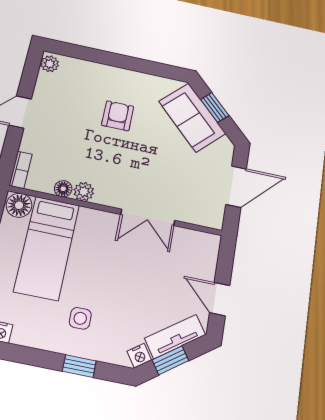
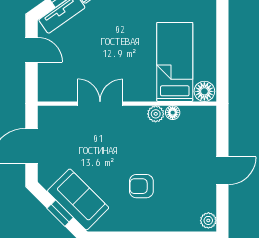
armchair: (118, 116) -> (141, 186), turned 90
bookcase: (21, 170) -> (210, 121), removed
side table: (80, 318) -> (137, 13), removed

